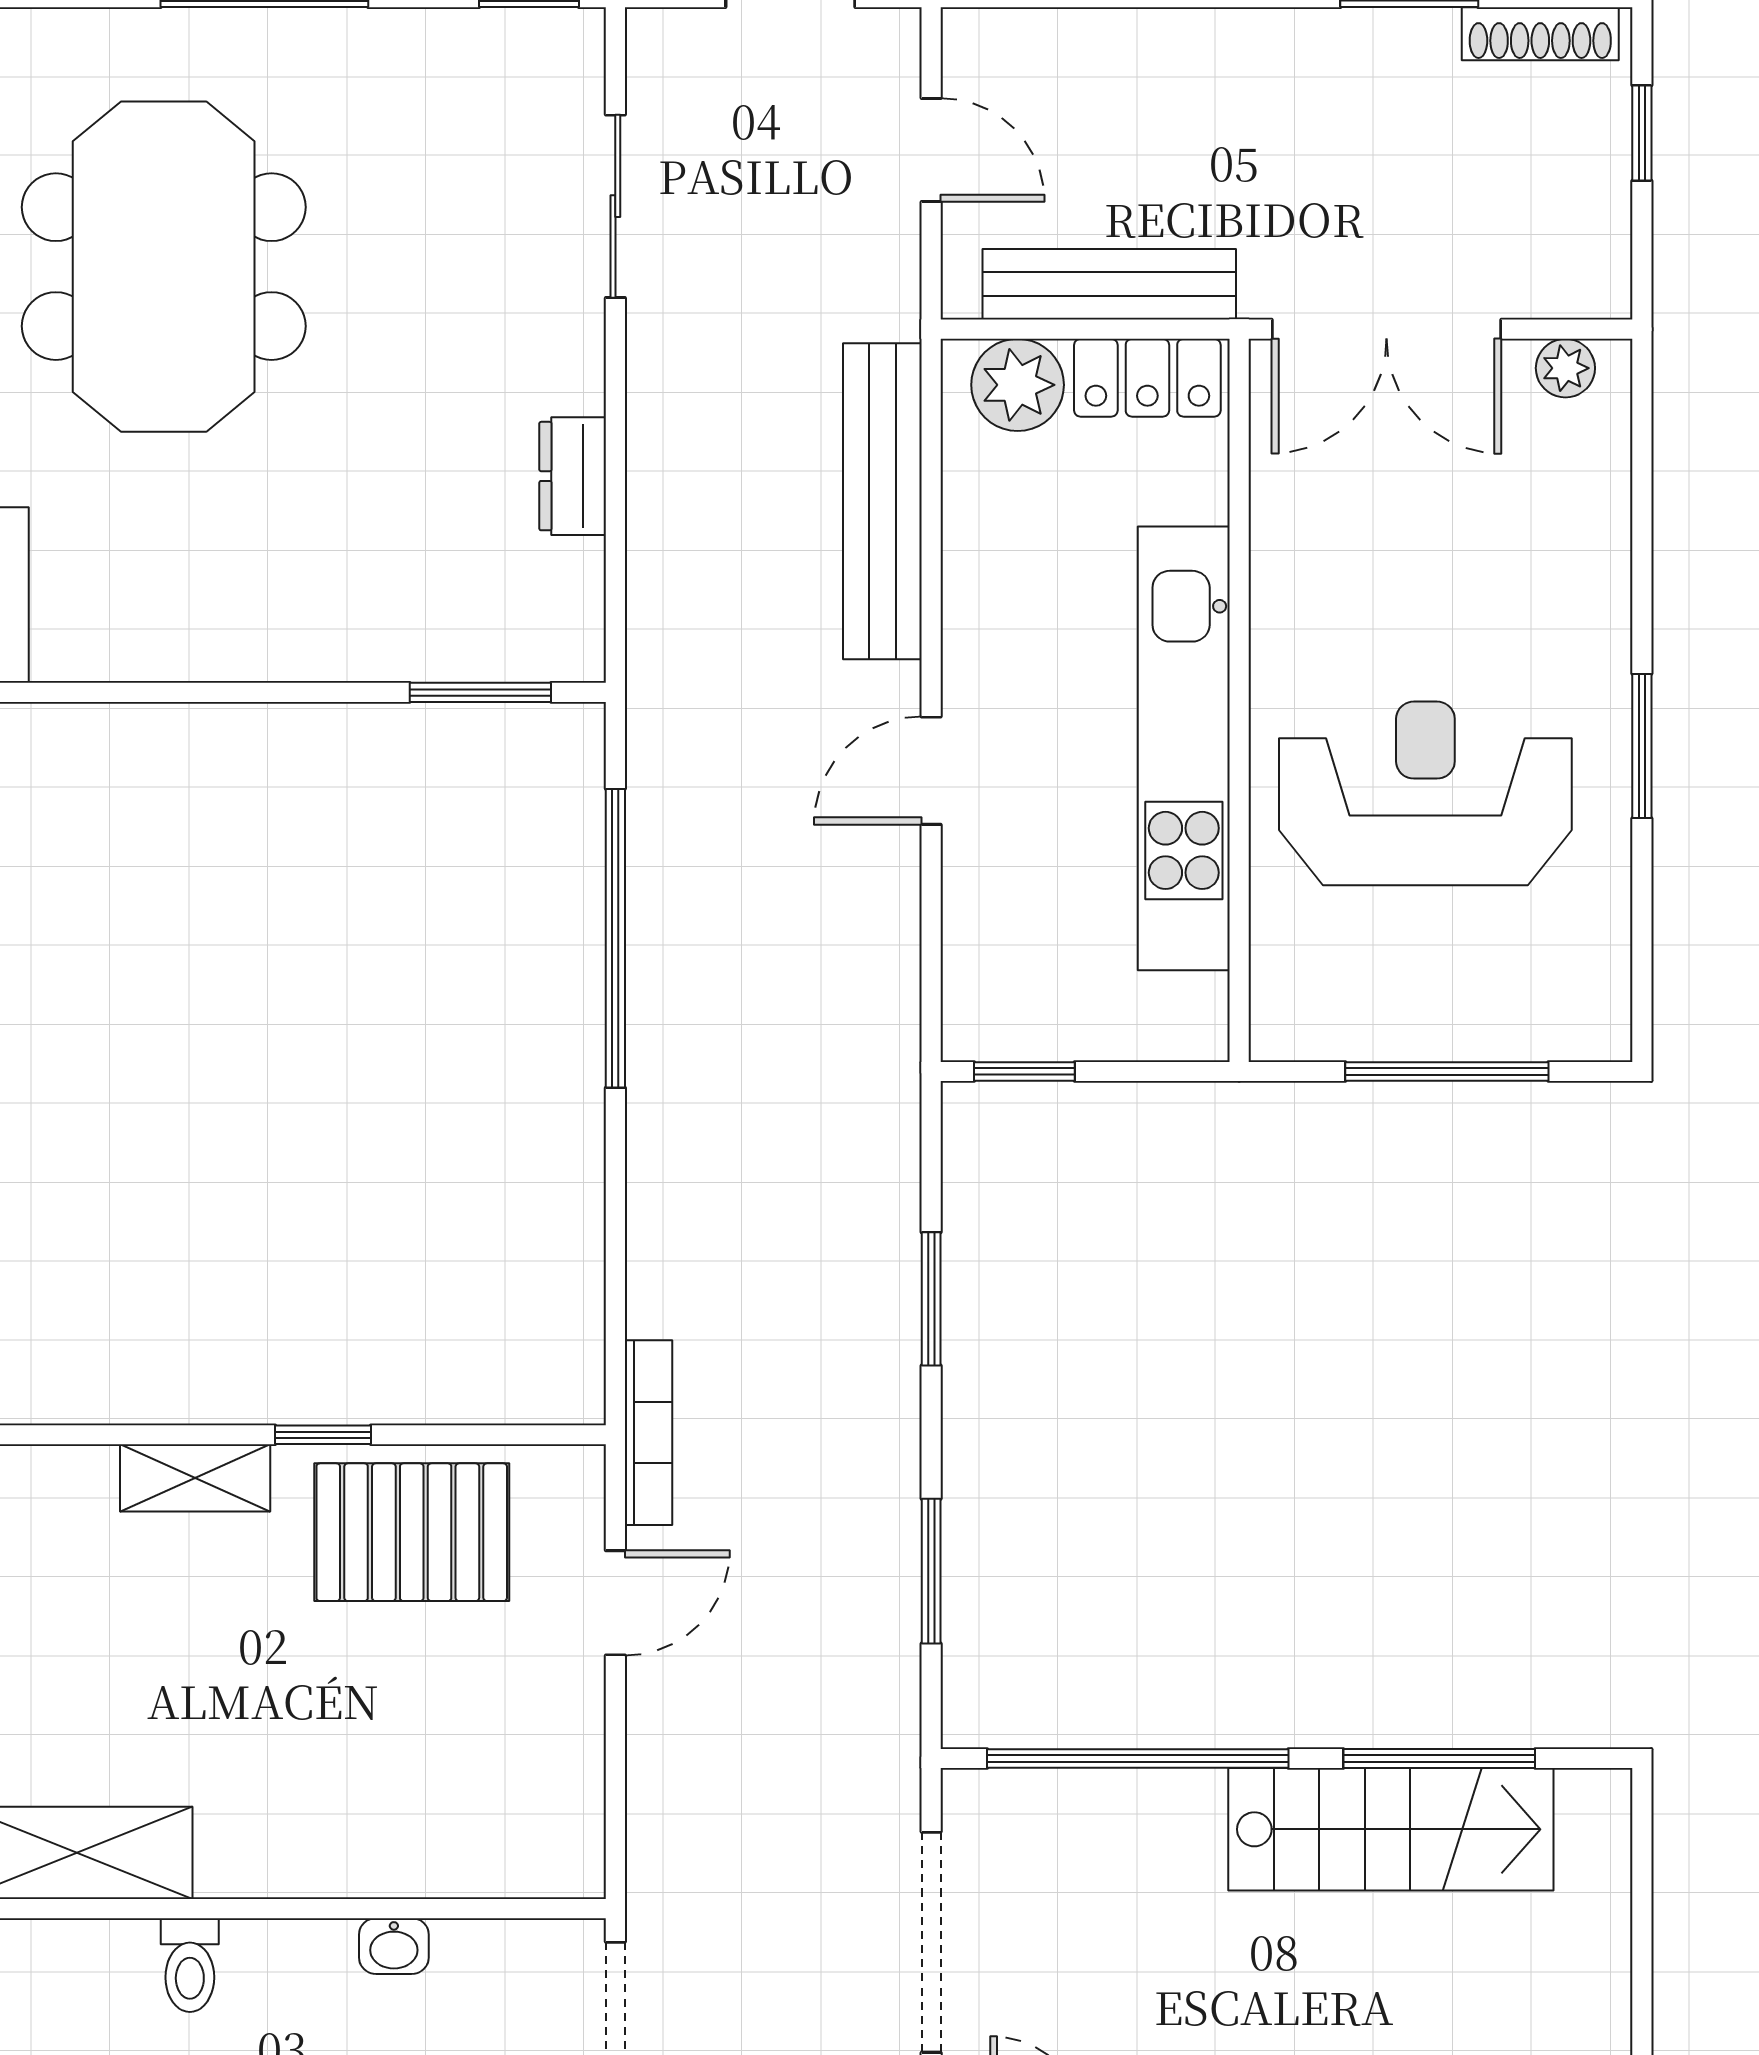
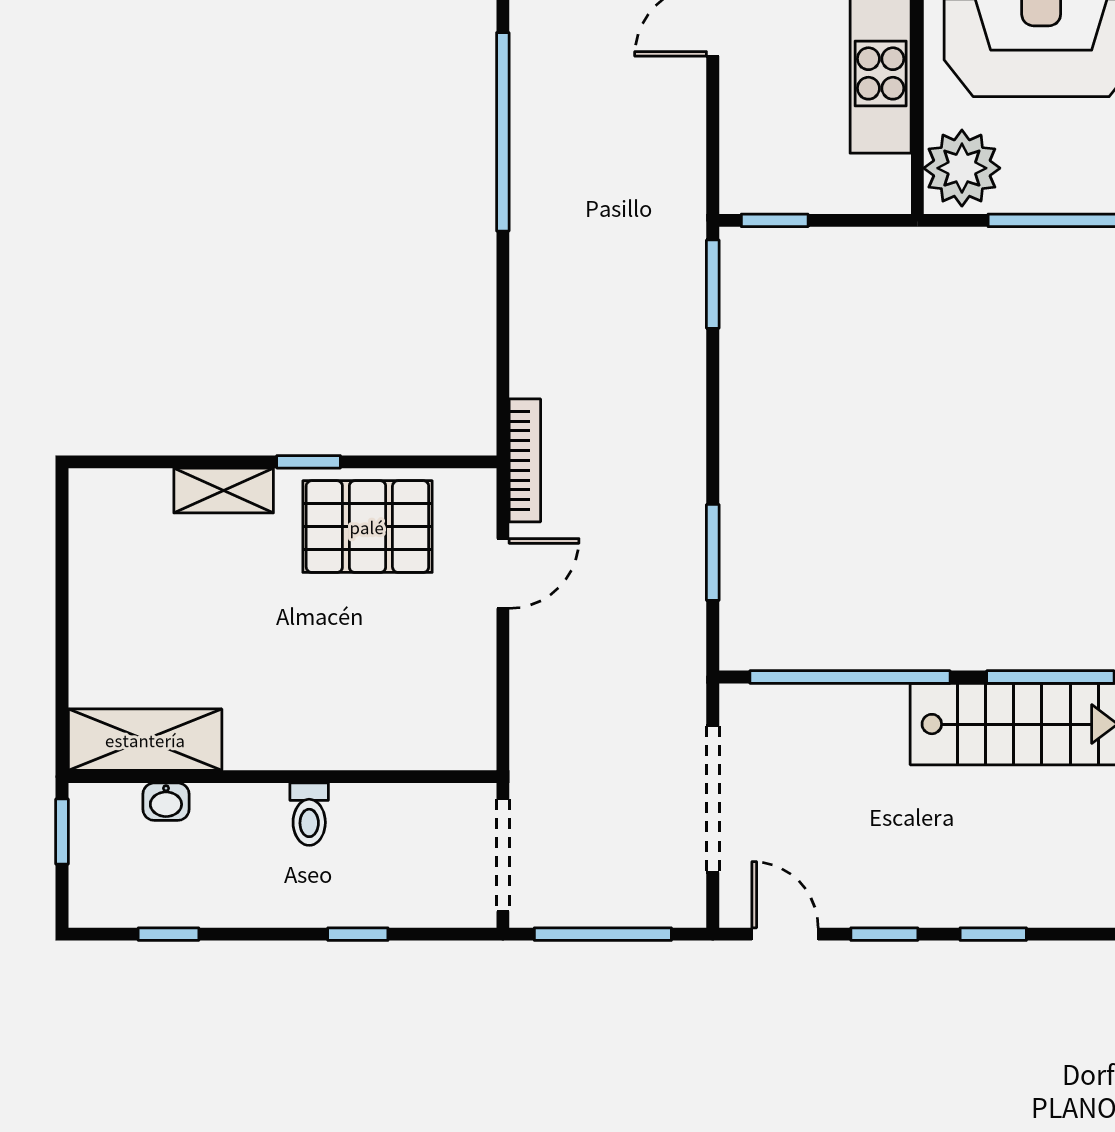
plant: (1306, 993) -> (962, 168), added
window: (931, 1299) -> (713, 284), moved
washbasin: (394, 1946) -> (166, 802), moved
toilet: (190, 1965) -> (309, 814), moved

